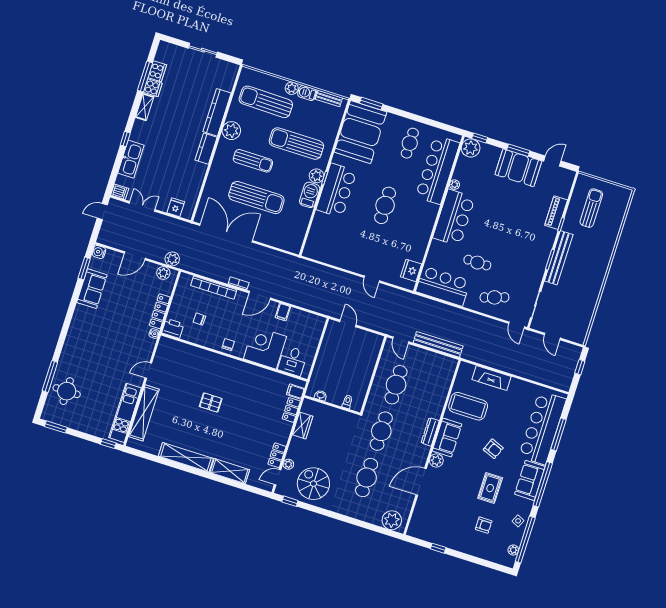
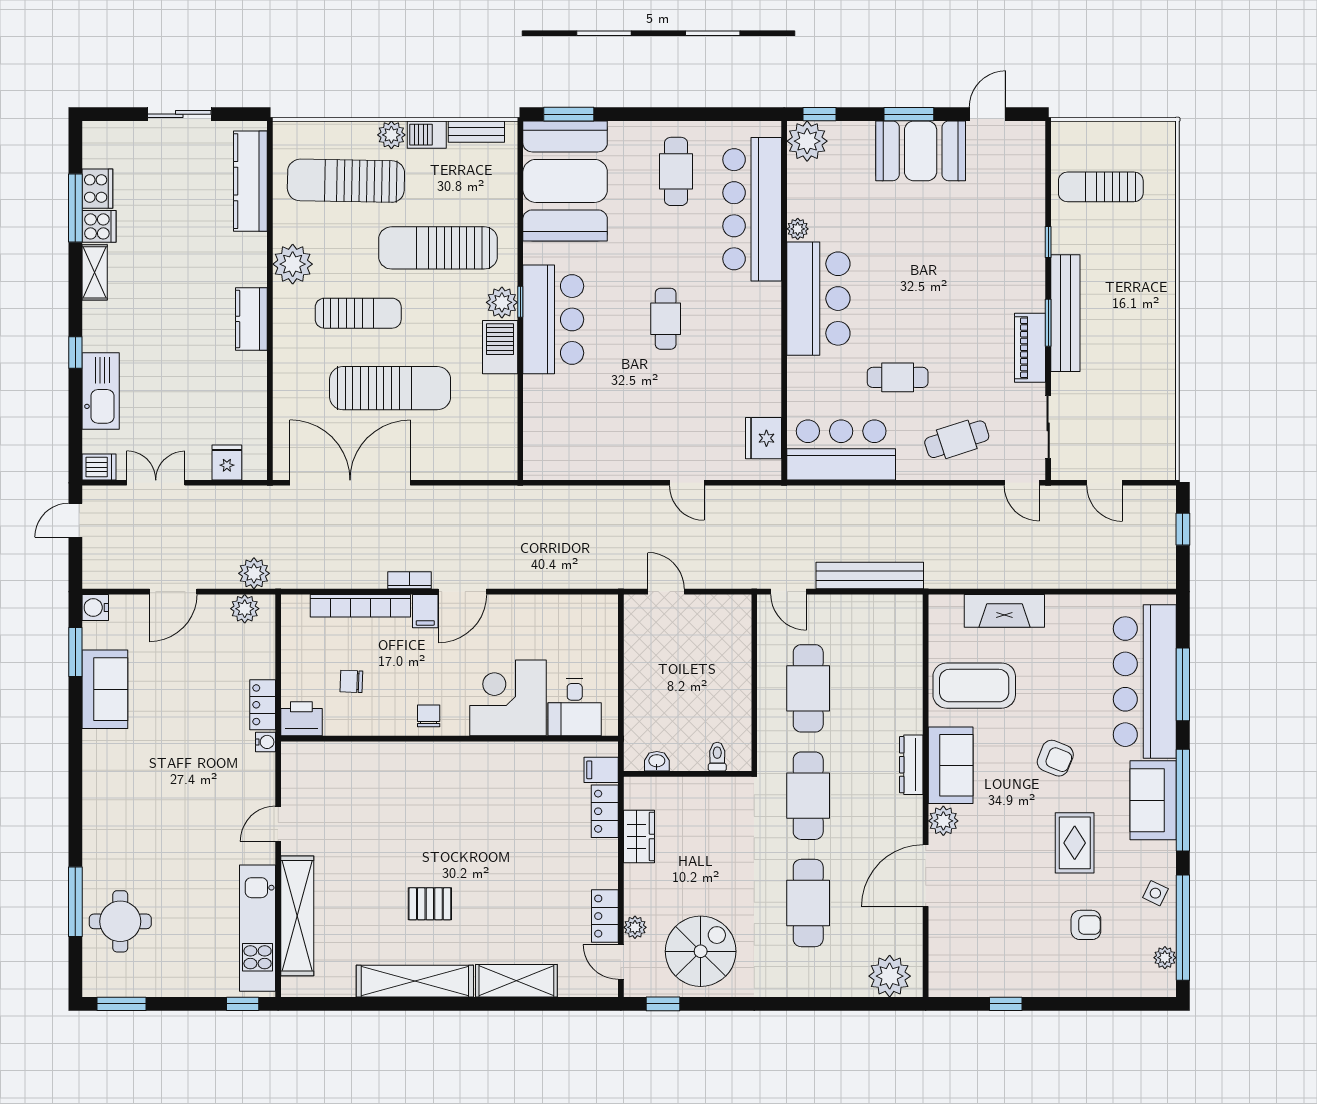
kitchen counter: (217, 112) -> (250, 181), moved
cafe table: (385, 205) -> (666, 319), width x0.73, depth x0.74
sun lounger: (591, 208) -> (1101, 187), turned -90
piano: (556, 213) -> (1030, 348), moved
locker: (160, 311) -> (263, 705), width x0.66
filing cabinet: (283, 312) -> (425, 611), moved
pallet: (211, 403) -> (430, 904), moved
door: (278, 477) -> (621, 962), hinge flipped
spiral stairs: (313, 484) -> (701, 951), turned 90

